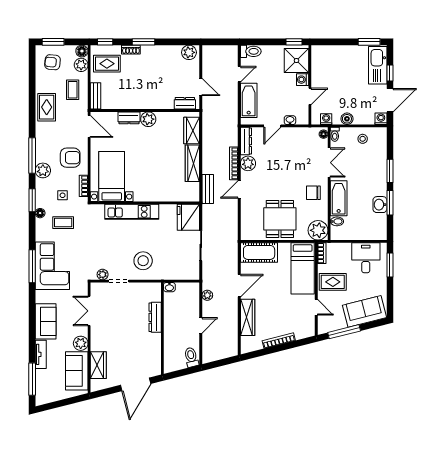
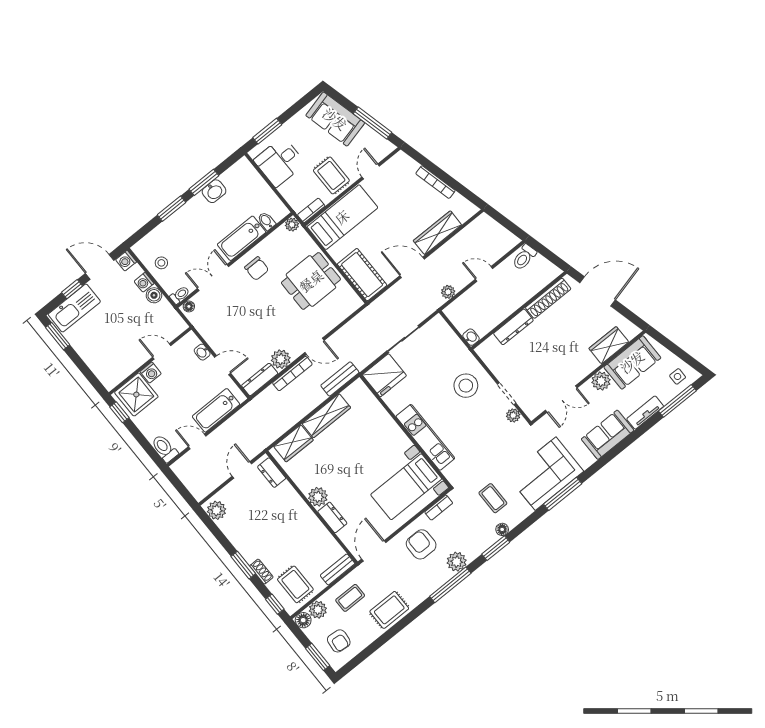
washing machine: (326, 119) -> (144, 282), moved
side table: (63, 195) -> (678, 376), moved
plant: (318, 230) -> (292, 225), width x0.53, depth x0.53
shoe rack: (155, 352) -> (548, 298), added

